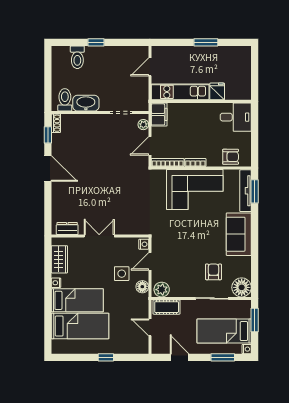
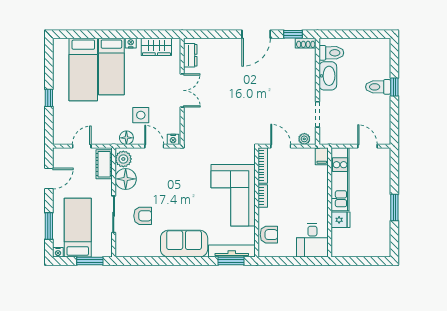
toilet: (77, 57) -> (378, 87), moved
filing cabinet: (159, 114) -> (322, 156), width x0.50
armchair: (231, 157) -> (269, 235), turned -90
floor lamp: (242, 287) -> (126, 179), moved

